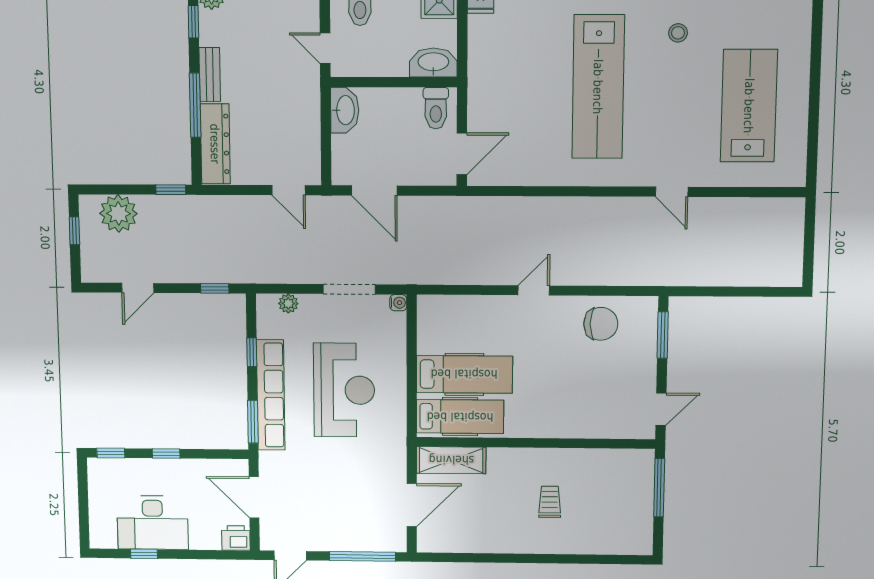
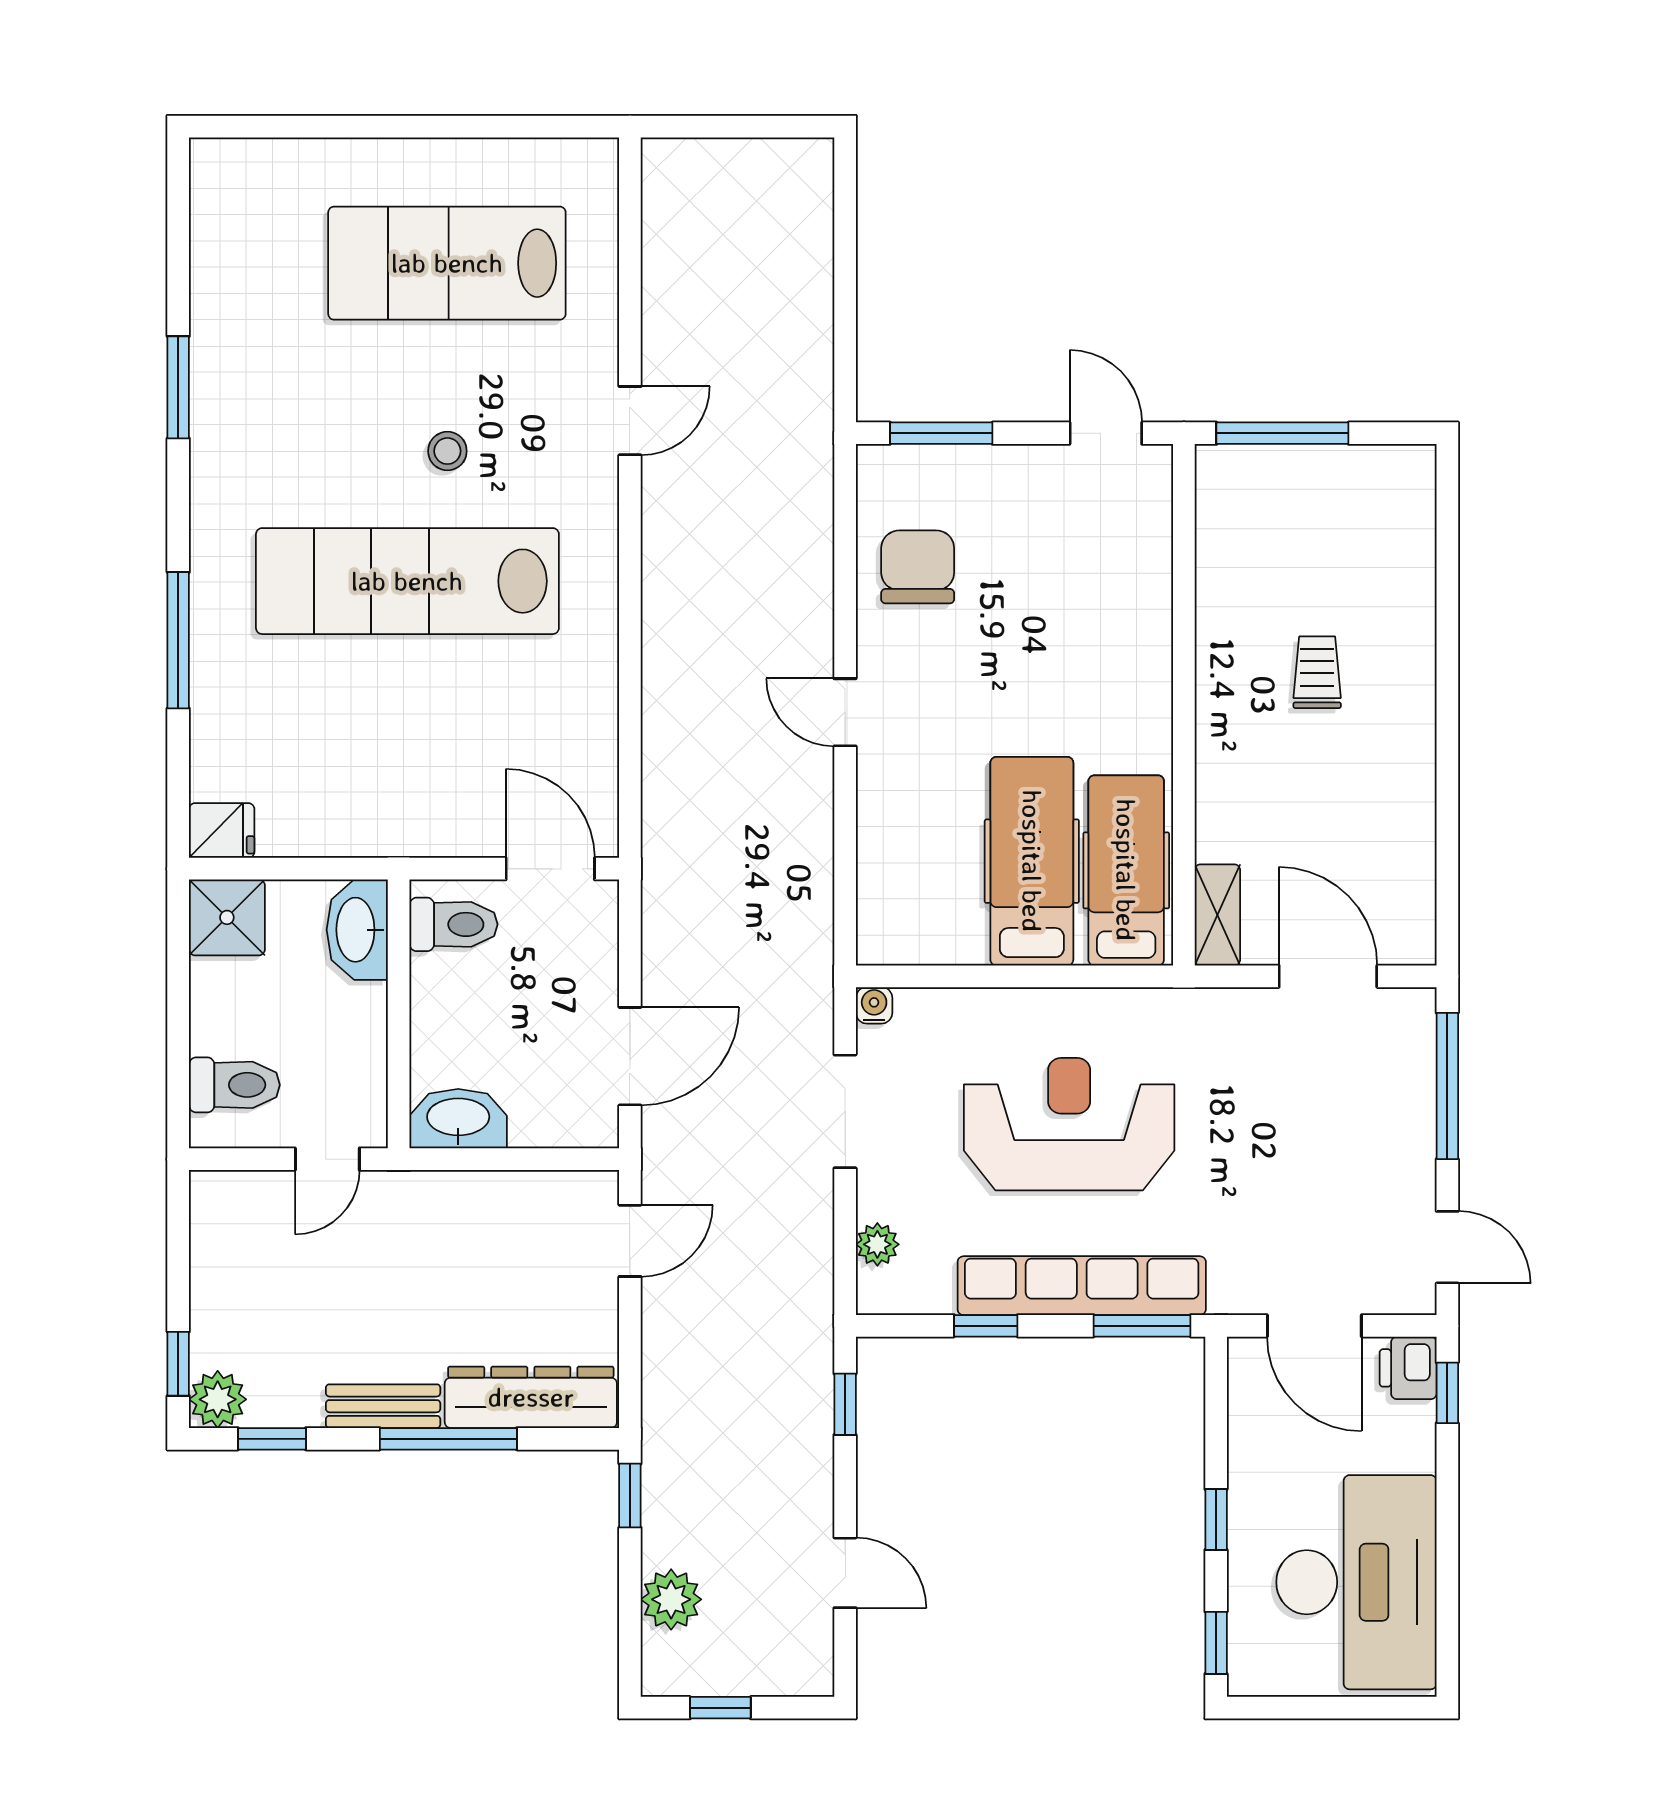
stool: (678, 33) -> (447, 451), moved
lab bench: (598, 87) -> (407, 581), turned 180
plant: (118, 214) -> (671, 1599), width x0.73, depth x0.73
shelving: (451, 460) -> (1217, 915), width x0.67, depth x0.75
door: (254, 497) -> (1314, 1326), hinge flipped
trolley: (550, 502) -> (1317, 672), turned 90
desk: (153, 523) -> (1356, 1582), width x1.36, depth x1.30
window: (144, 554) -> (1447, 1393), moved

